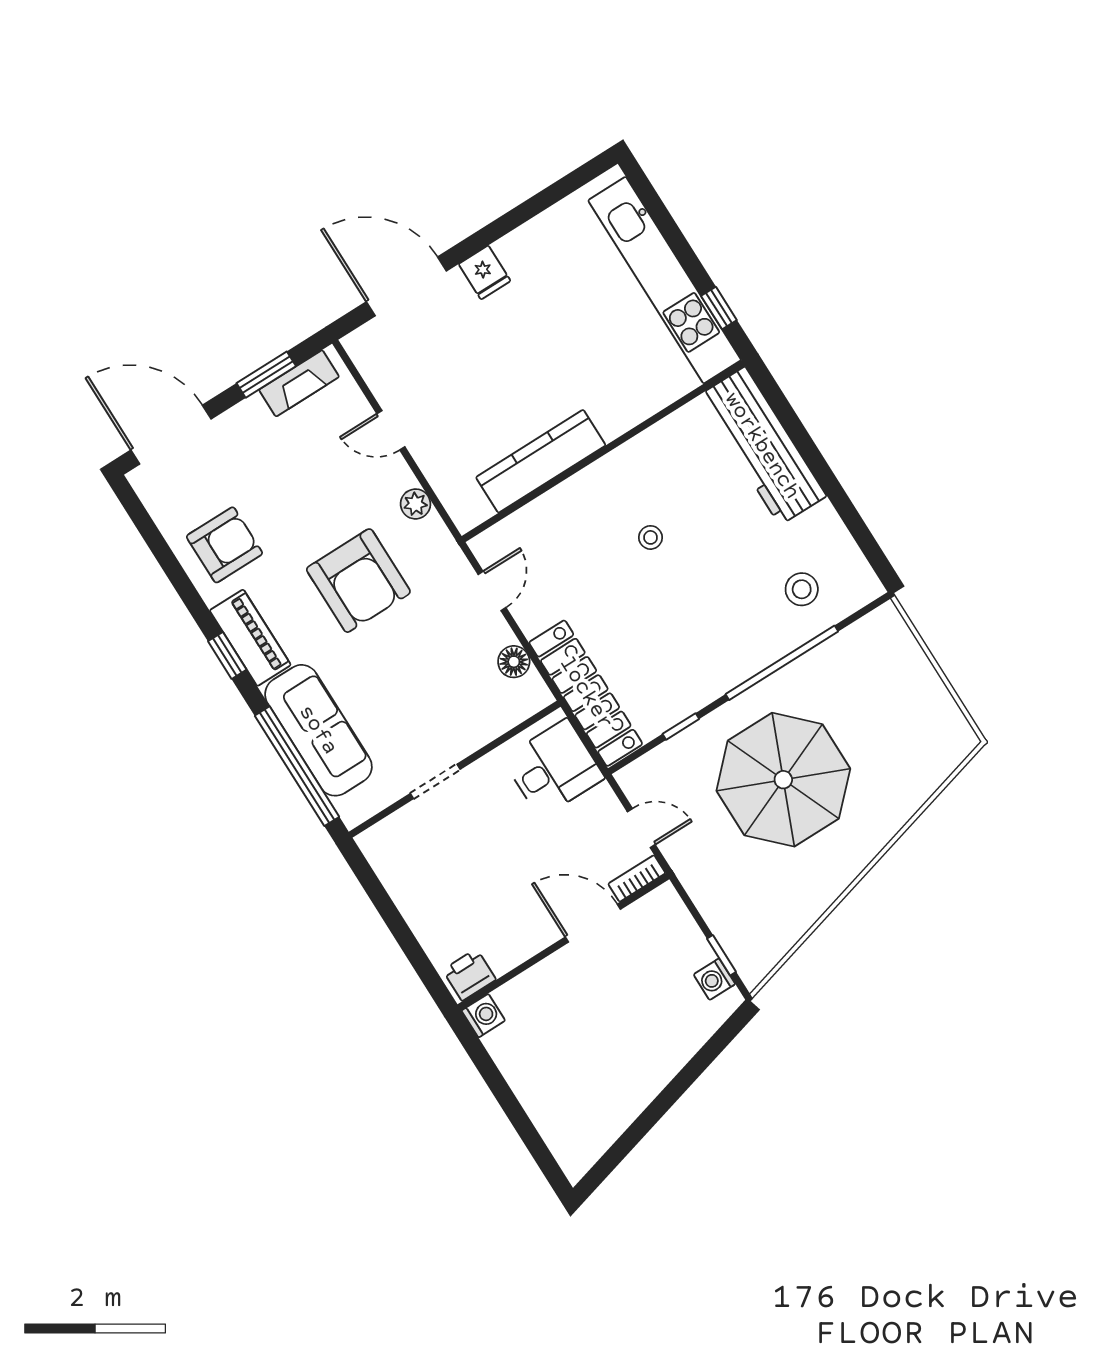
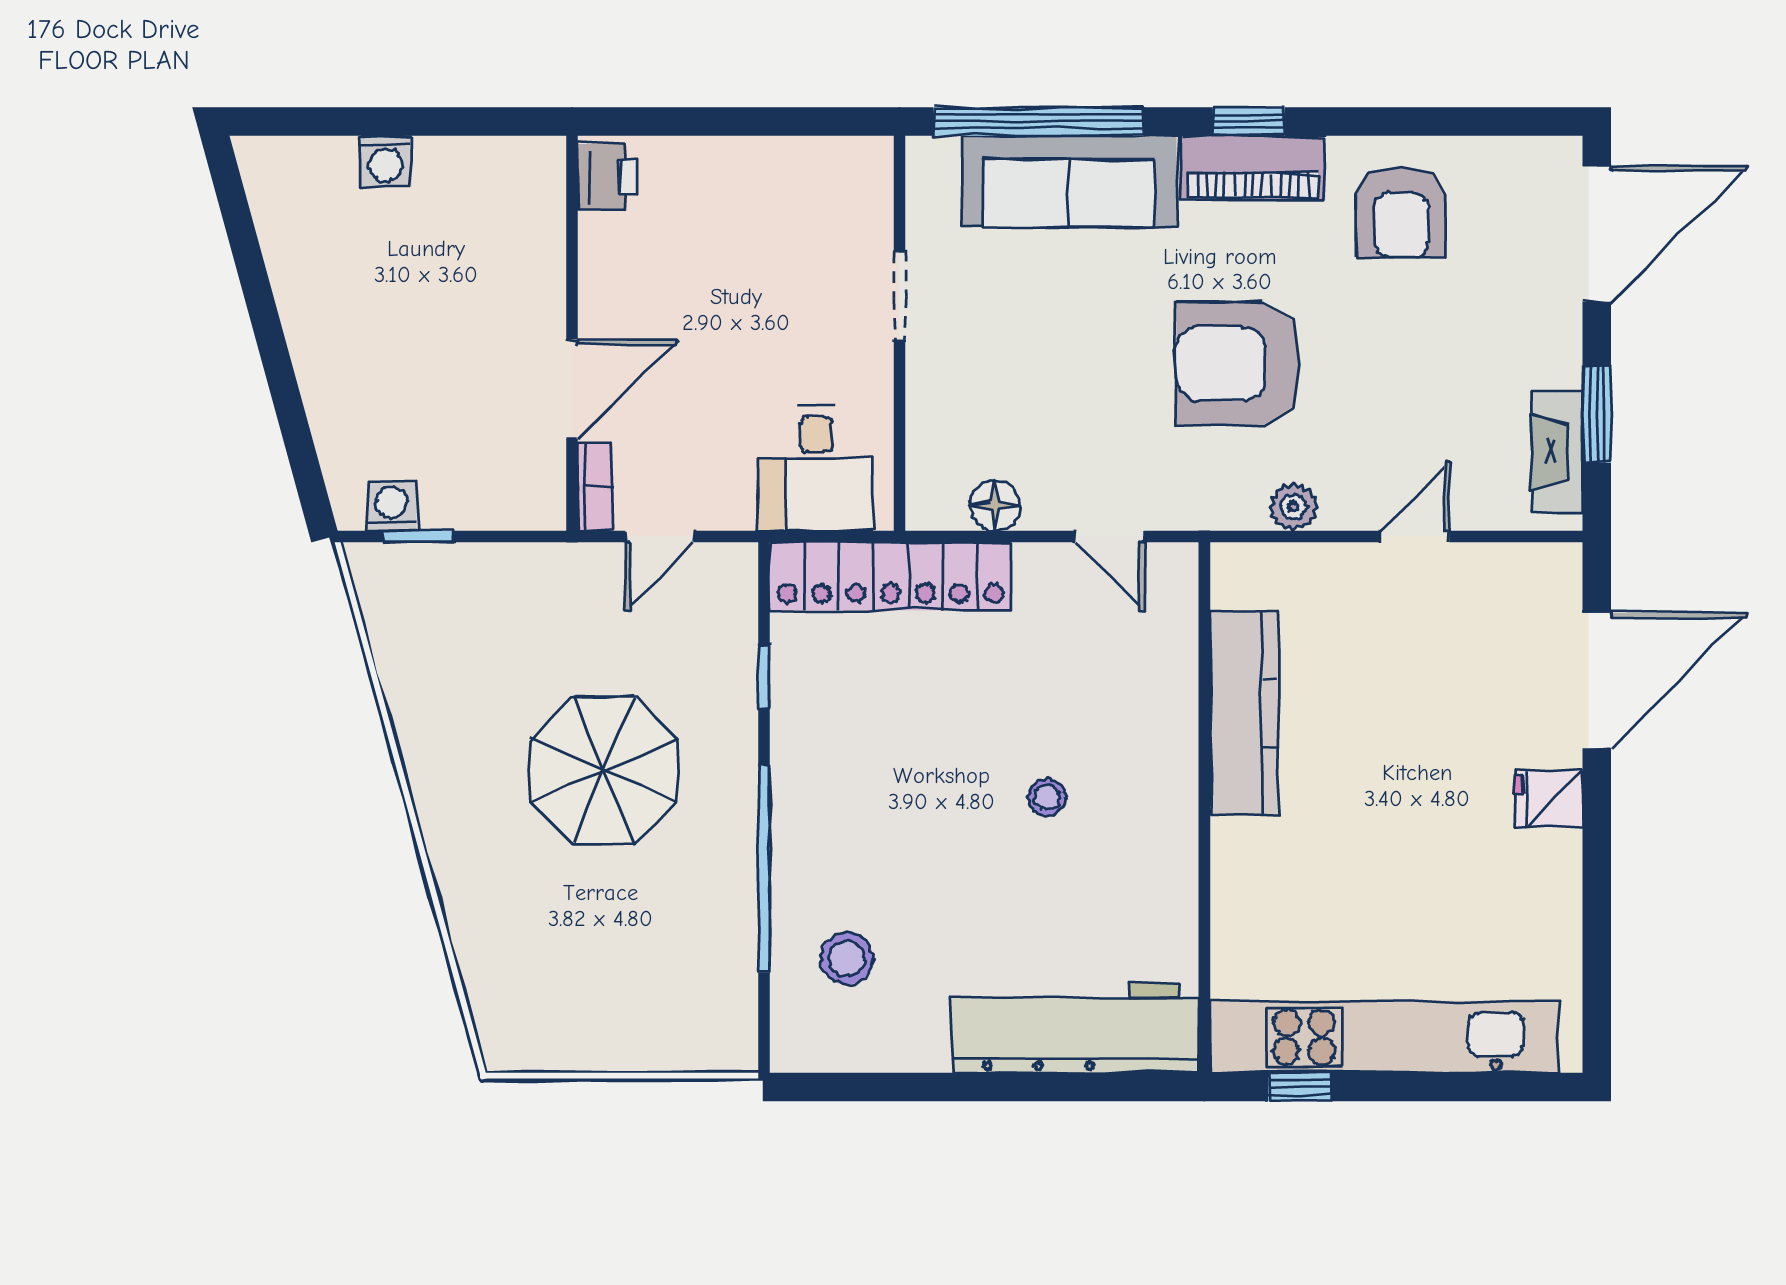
parasol: (783, 780) -> (604, 771), width x0.73, depth x0.73
washing machine: (483, 1016) -> (386, 161), moved

